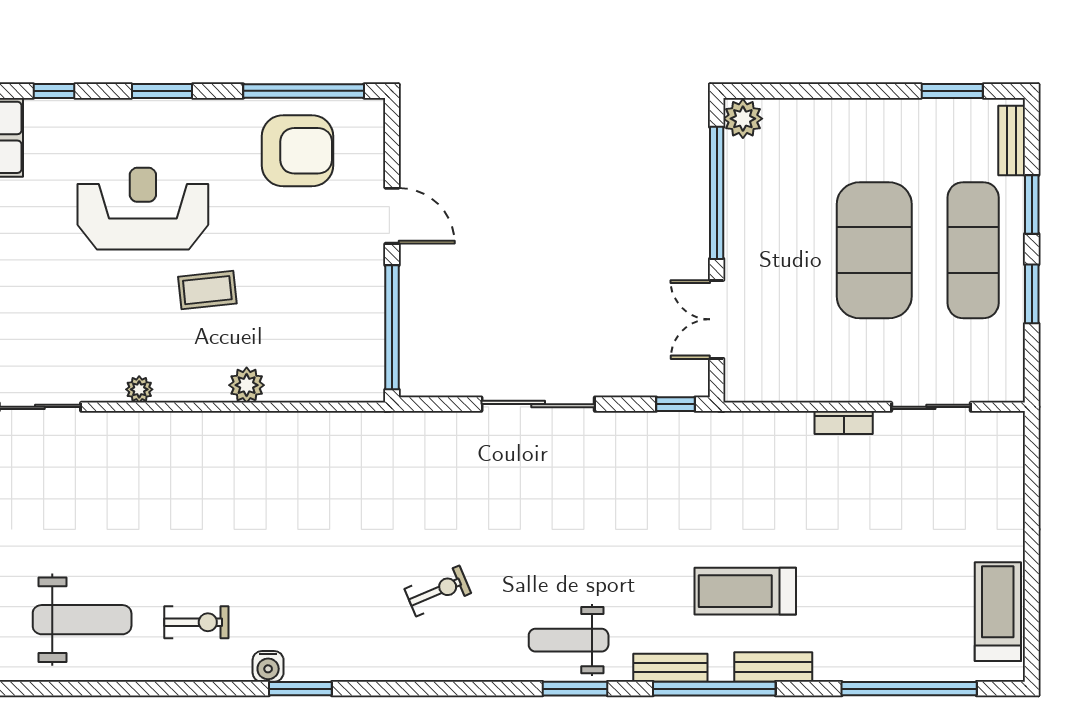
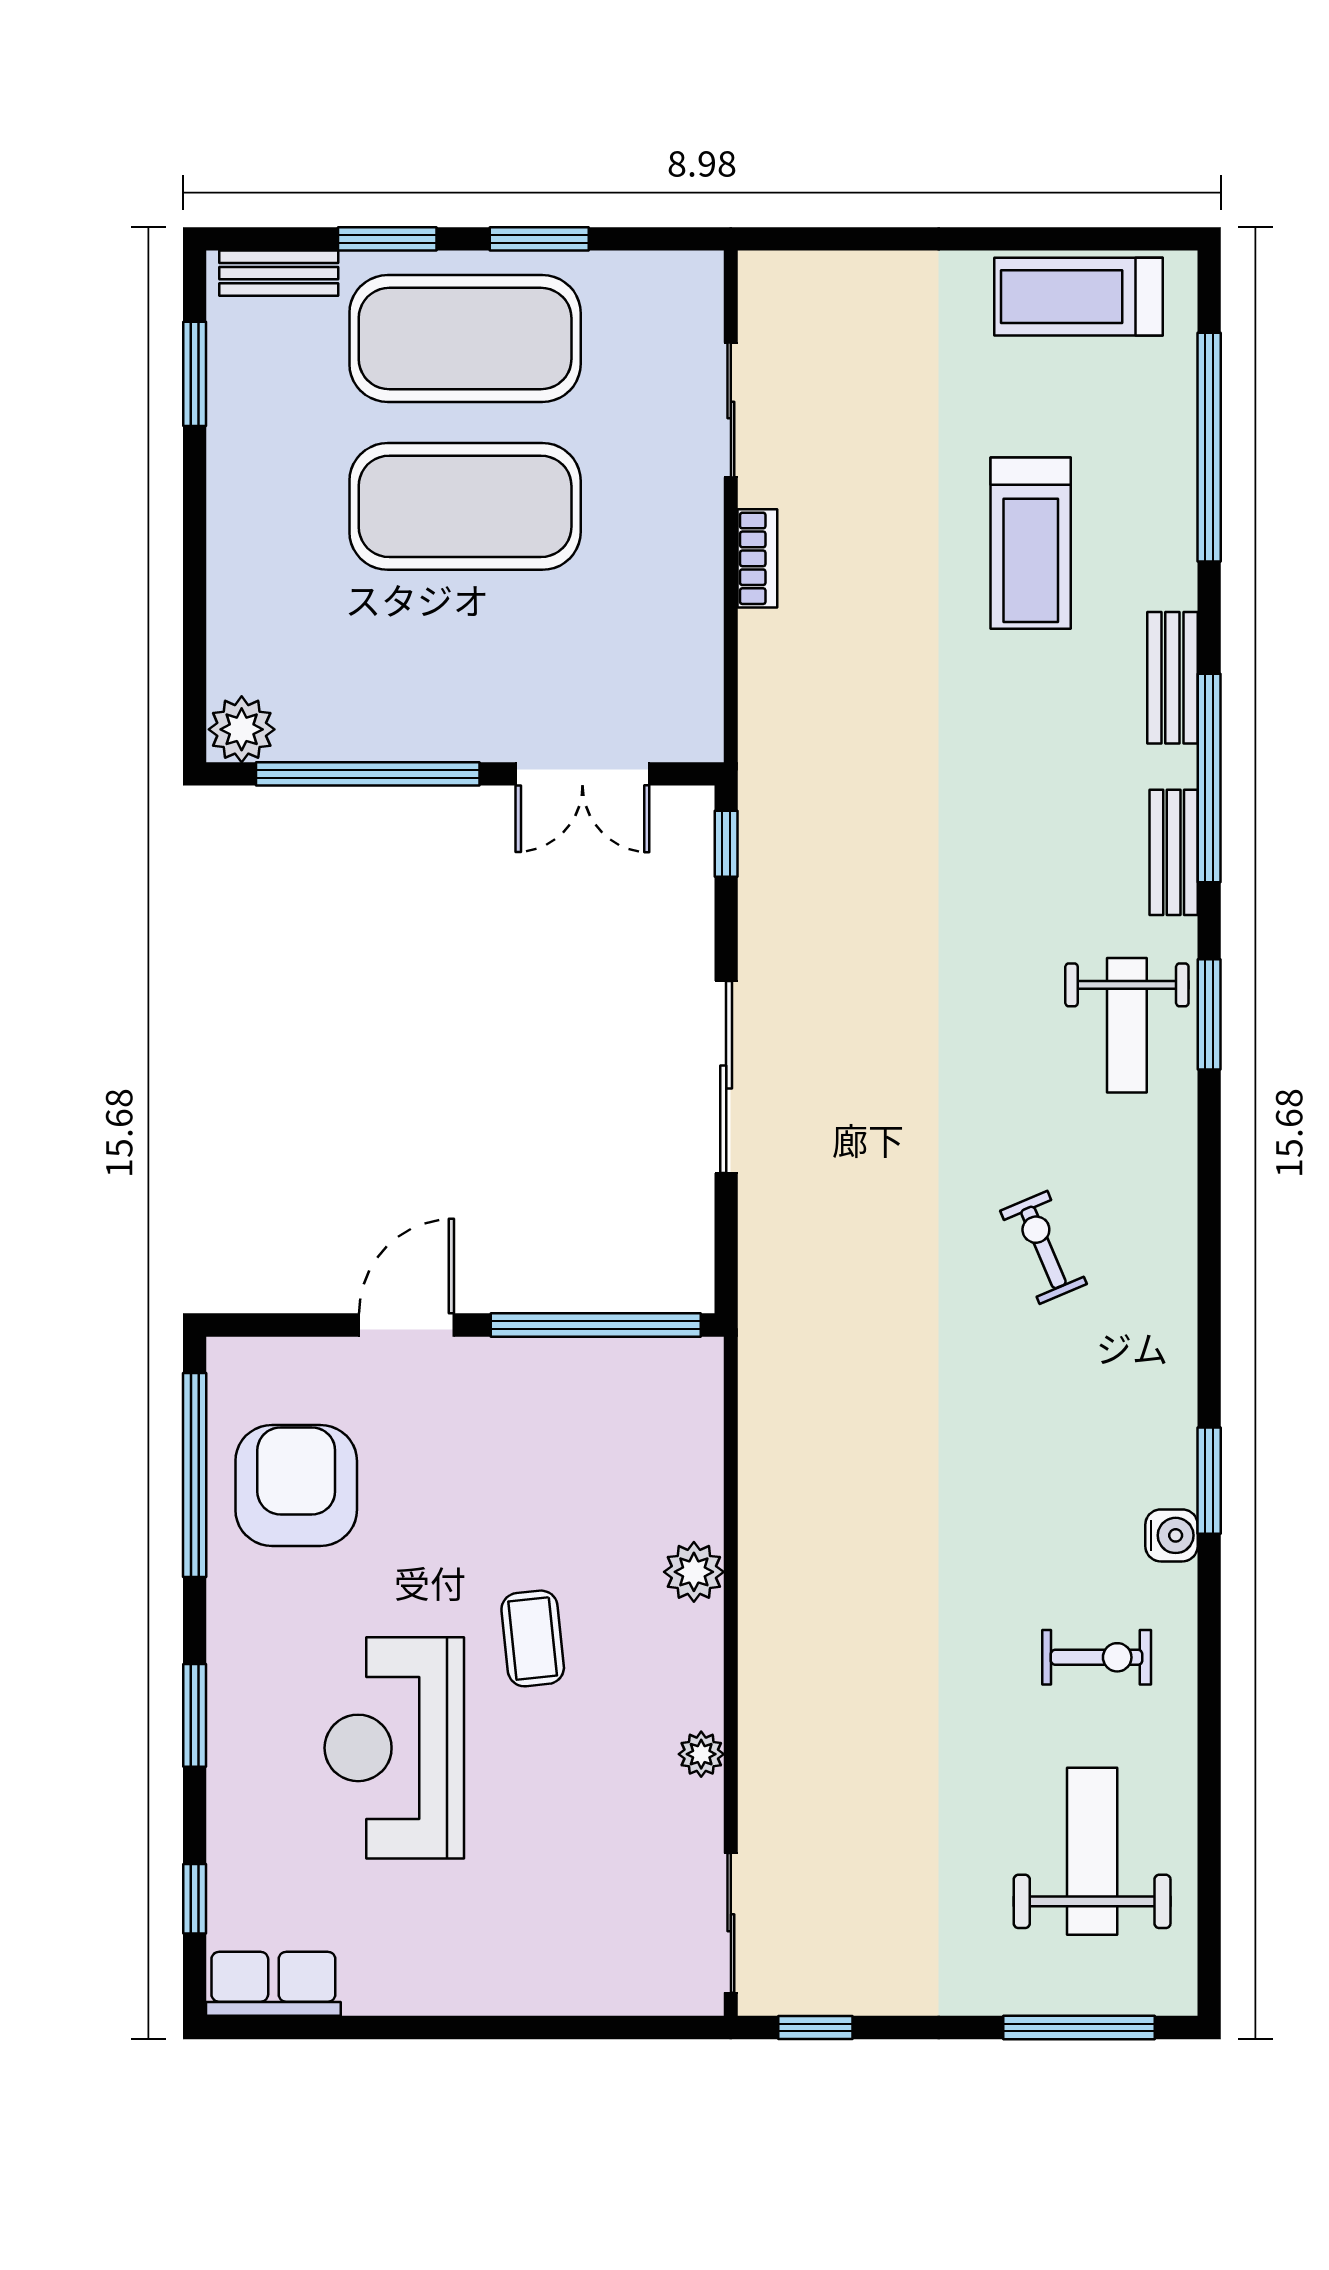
exercise mat: (973, 250) -> (465, 339), width x1.47
treadmill: (745, 591) -> (1031, 543), moved
exercise bike: (196, 622) -> (1097, 1657), turned 90

